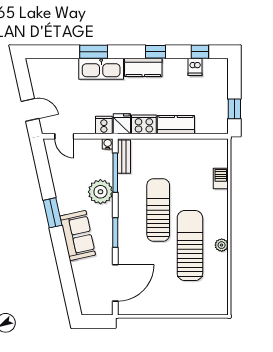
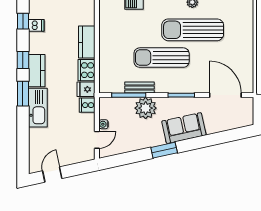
window: (94, 52) -> (23, 94), moved
door: (30, 110) -> (52, 175), moved
water cooler: (108, 144) -> (104, 124), moved
bench: (124, 157) -> (139, 87), moved

